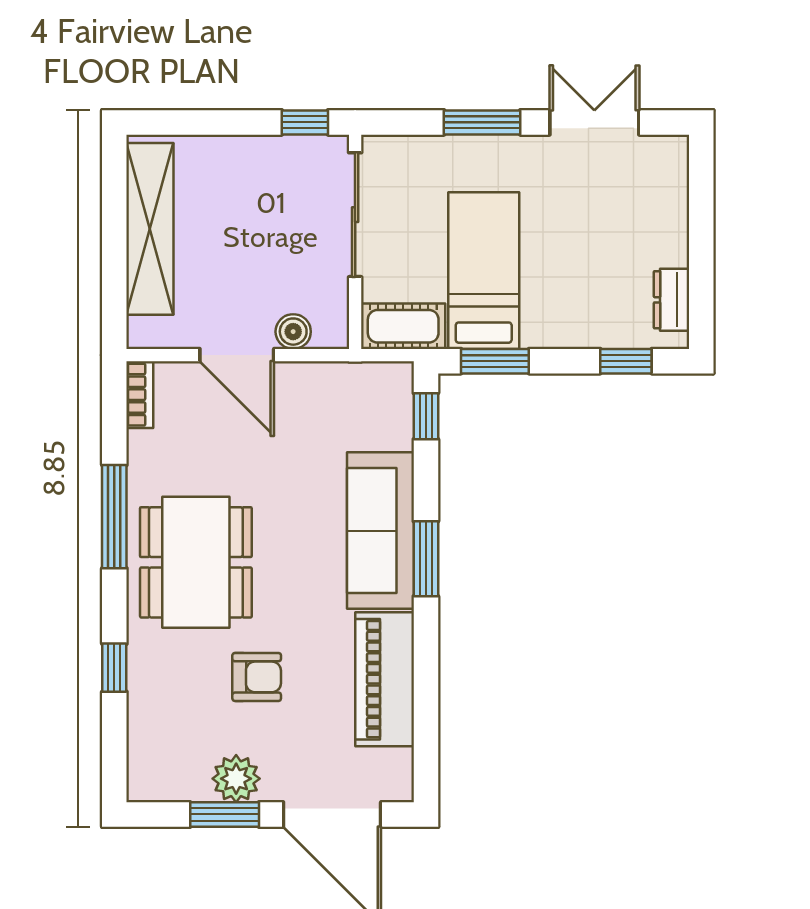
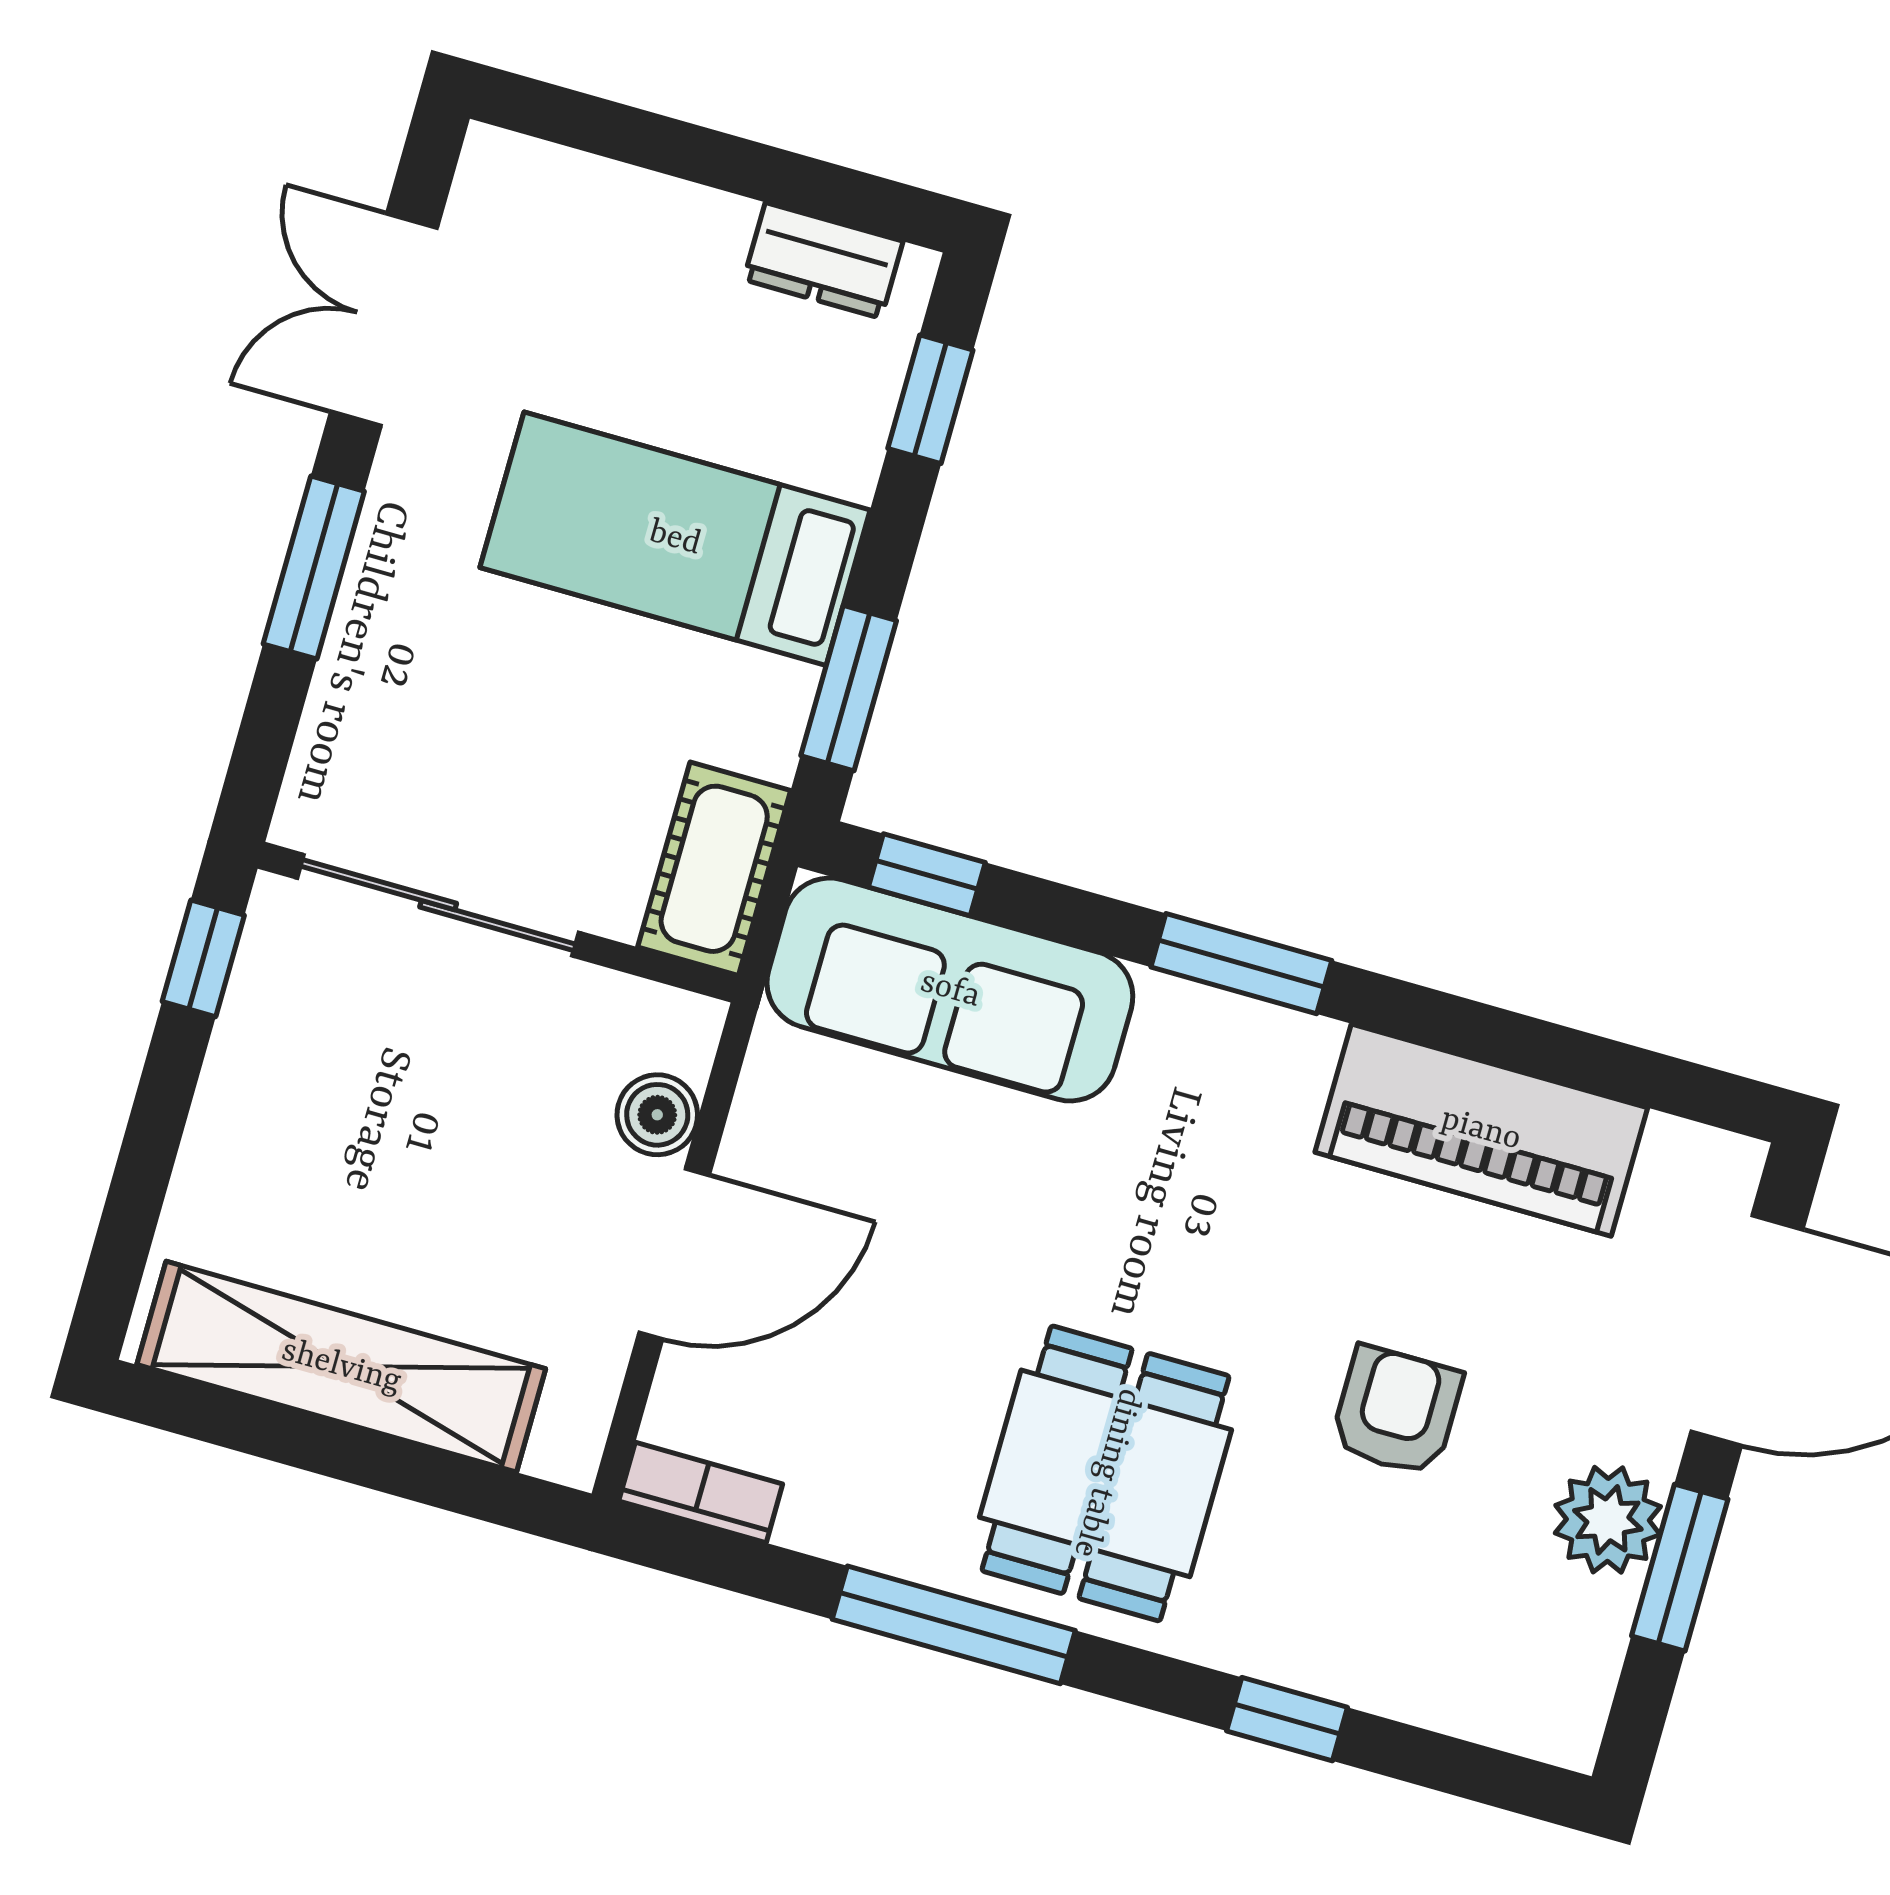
bed: (484, 271) -> (675, 539), moved
sofa: (381, 531) -> (950, 990), moved
dining table: (196, 562) -> (1106, 1473), width x0.73

